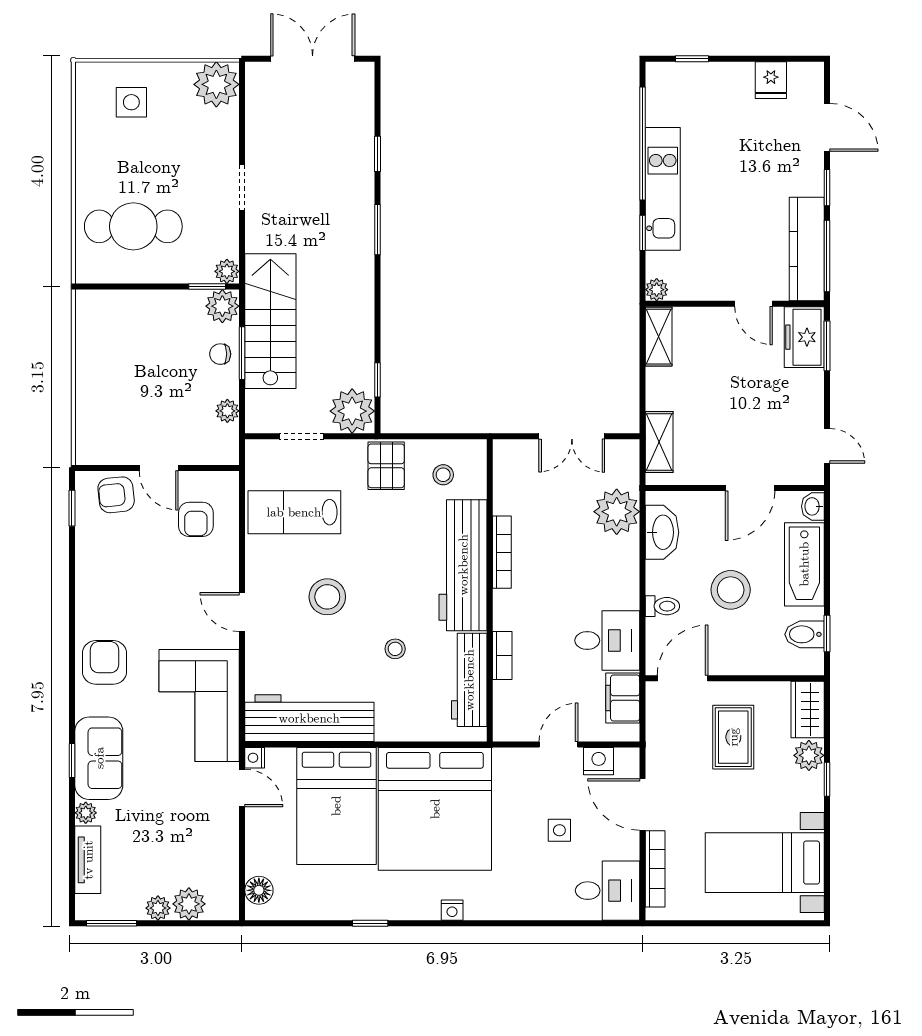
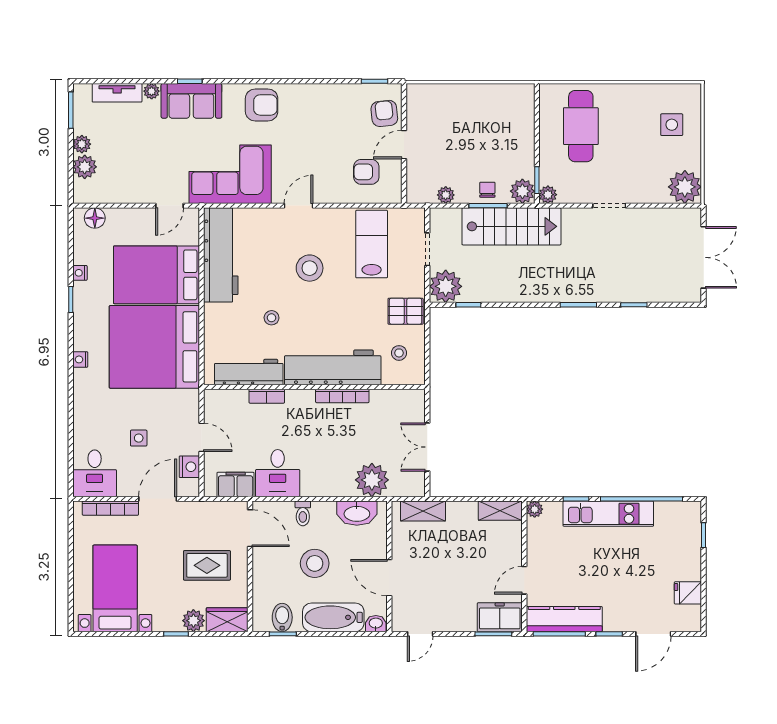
nightstand: (255, 758) -> (80, 273), moved, turned -90

